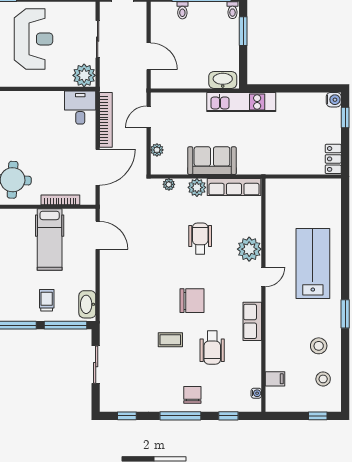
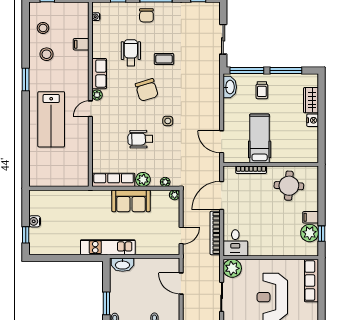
water cooler: (334, 100) -> (35, 221), moved
plant: (157, 150) -> (175, 195), moved
locker: (333, 159) -> (35, 202), removed
wheelchair: (200, 239) -> (140, 139), turned 89
plant: (249, 249) -> (97, 95), moved, width x0.53, depth x0.53
side table: (166, 261) -> (168, 121), added
chair: (192, 301) -> (147, 90), turned -107
filing cabinet: (275, 379) -> (81, 44), moved

